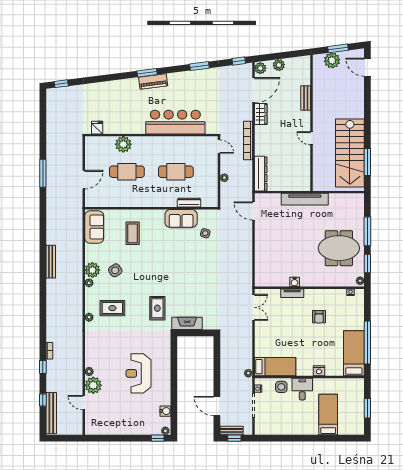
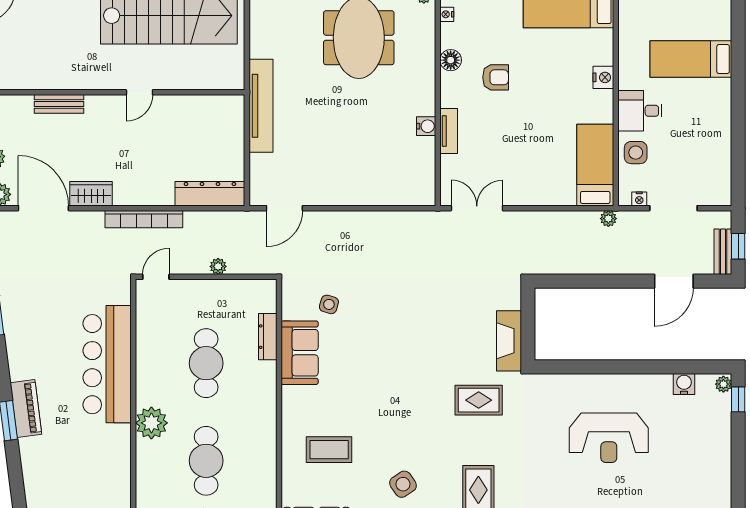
plant: (123, 144) -> (151, 423), moved
floor lamp: (328, 294) -> (451, 60), added

